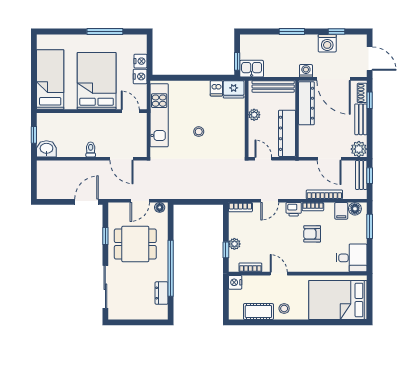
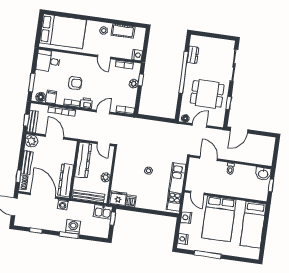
washing machine: (327, 43) -> (73, 227), moved
nightstand: (140, 61) -> (183, 239), moved

